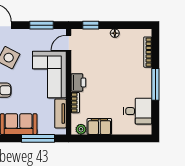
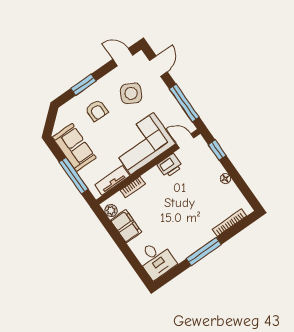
window: (42, 25) -> (184, 103), width x1.44
printer: (78, 82) -> (170, 166), moved
desk: (138, 111) -> (156, 260), moved

